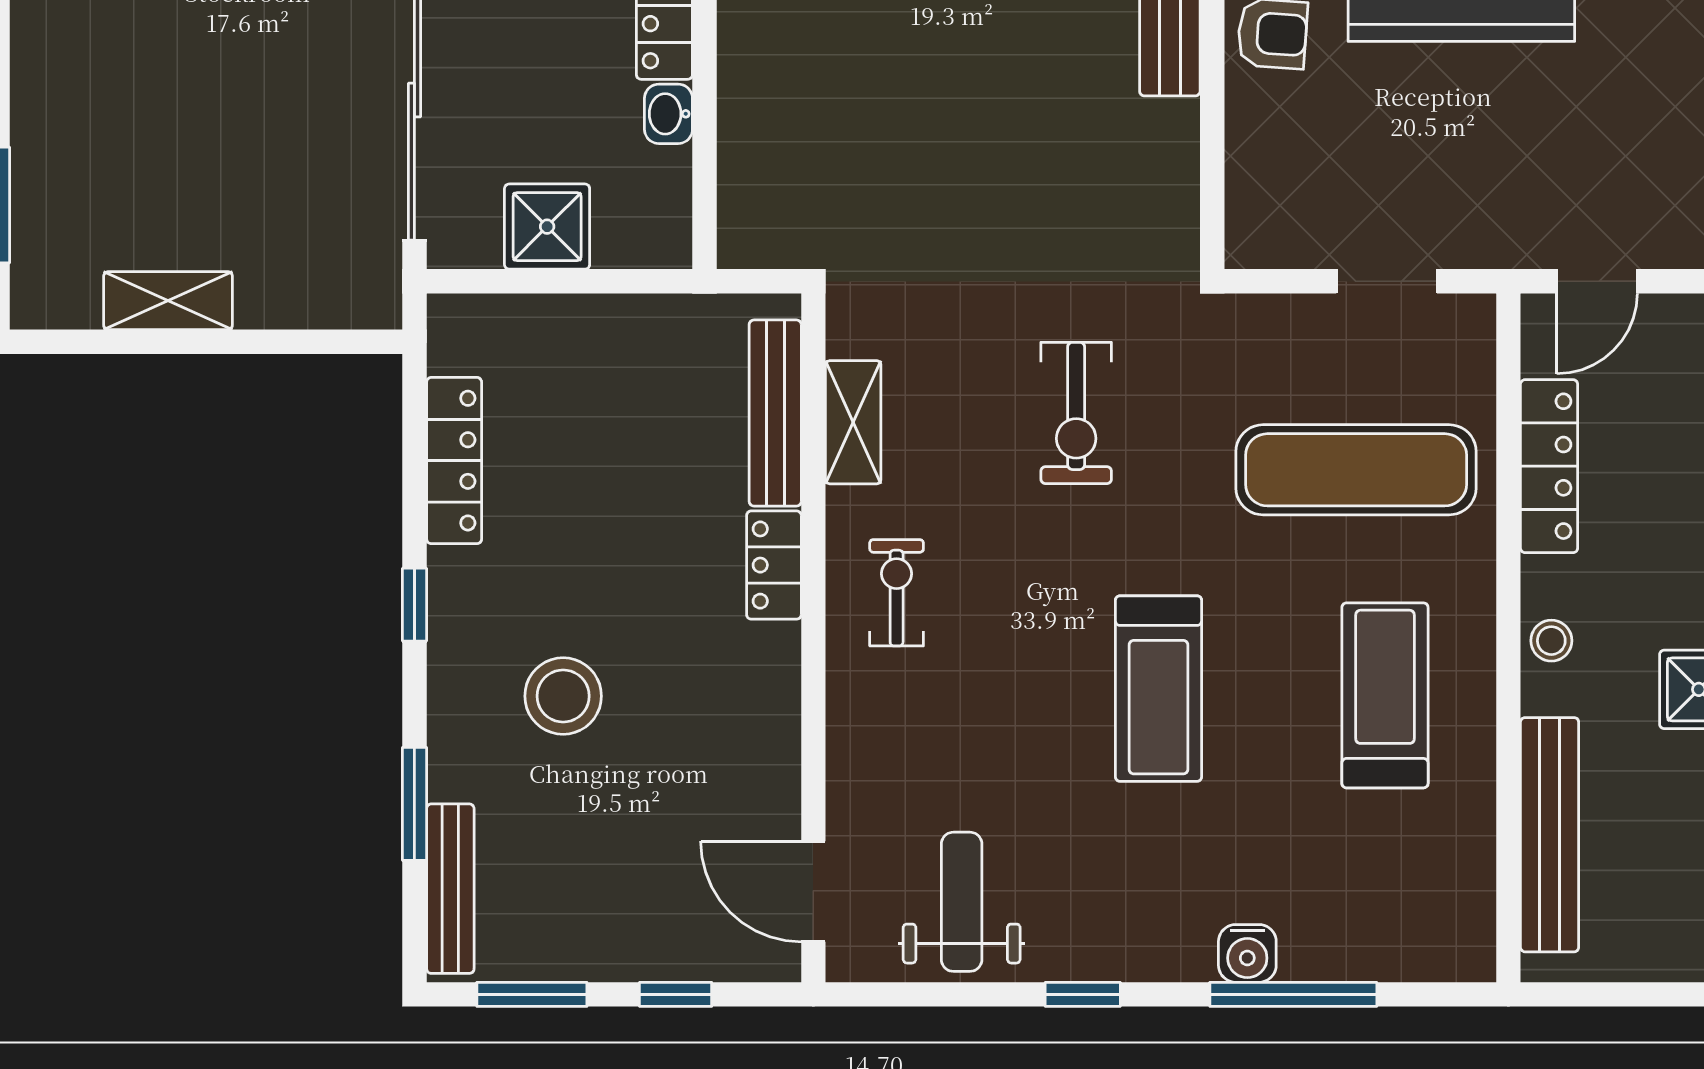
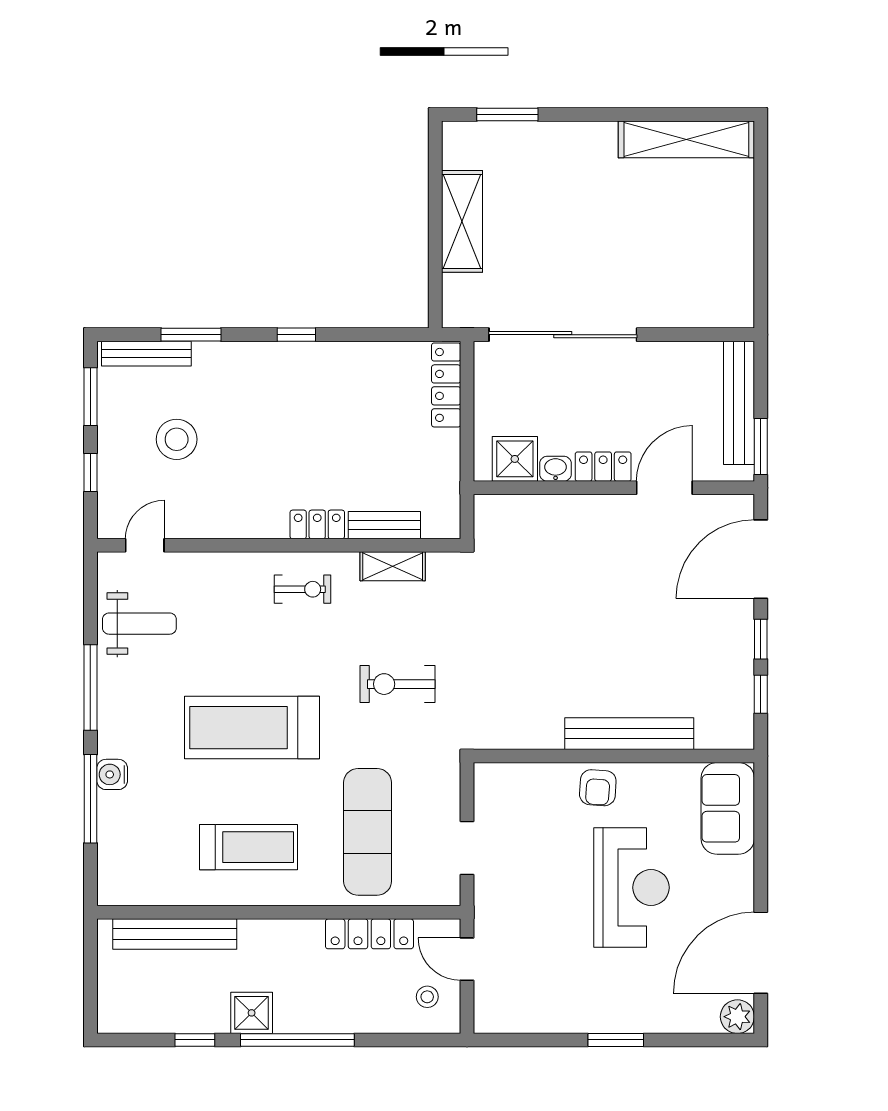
shower: (547, 227) -> (515, 459), moved
shelving: (168, 301) -> (462, 221), width x1.50, depth x1.33
bench: (775, 413) -> (384, 525), width x0.73
locker: (454, 461) -> (446, 385), moved, turned 90
stool: (1551, 641) -> (427, 997), moved
treadmill: (1159, 689) -> (252, 728), width x1.37, depth x1.38
stool: (563, 696) -> (177, 439), moved
door: (813, 891) -> (145, 545), width x0.73
window: (1083, 994) -> (90, 688), width x2.17

